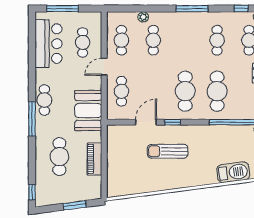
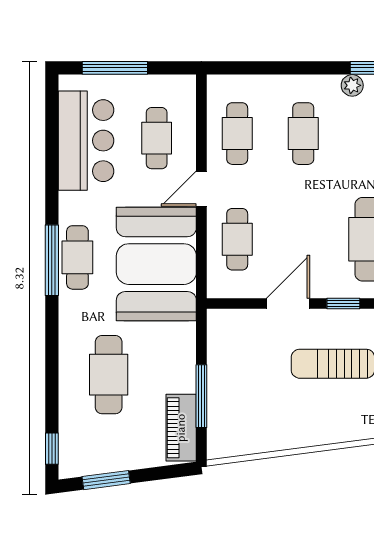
plant: (143, 17) -> (352, 85), moved
booth: (88, 110) -> (156, 264), width x1.36, depth x1.42
window: (32, 119) -> (52, 260), moved
piano: (94, 159) -> (181, 428), moved
window: (104, 167) -> (201, 396), added
window: (75, 205) -> (106, 480), moved

